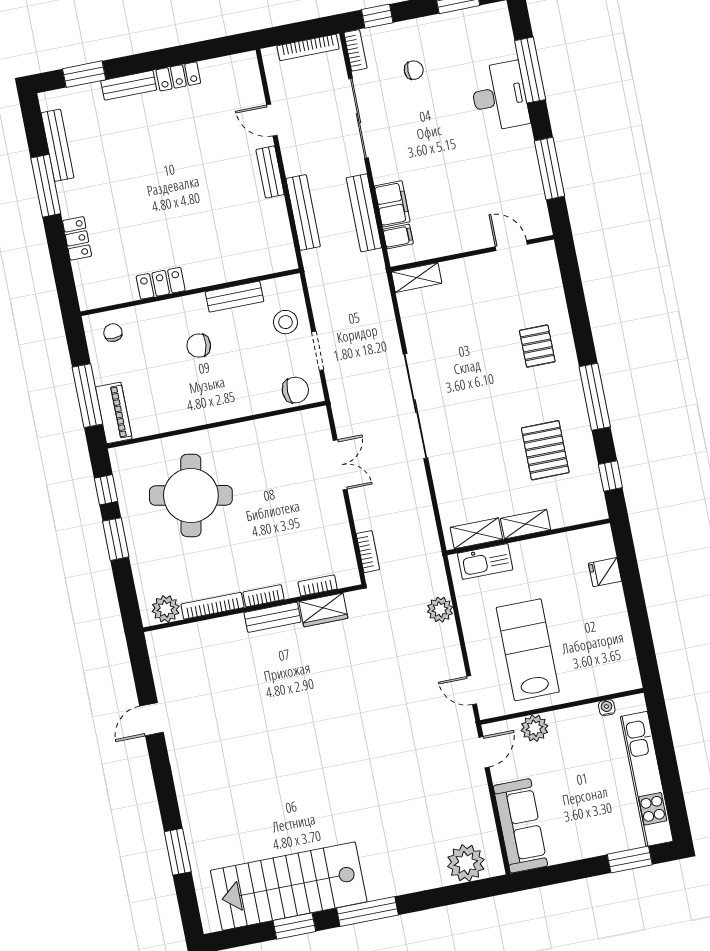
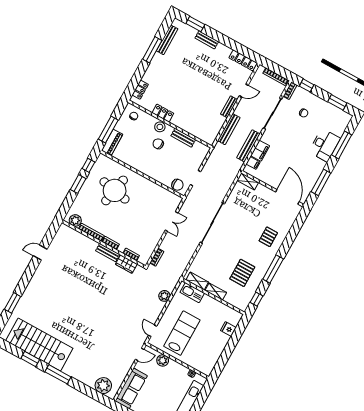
locker: (178, 76) -> (243, 60), moved, width x1.53
door: (272, 120) -> (244, 90), swing flipped
locker: (77, 238) -> (140, 90), moved
door: (511, 246) -> (287, 197), width x1.88
stool: (286, 322) -> (160, 127), moved

